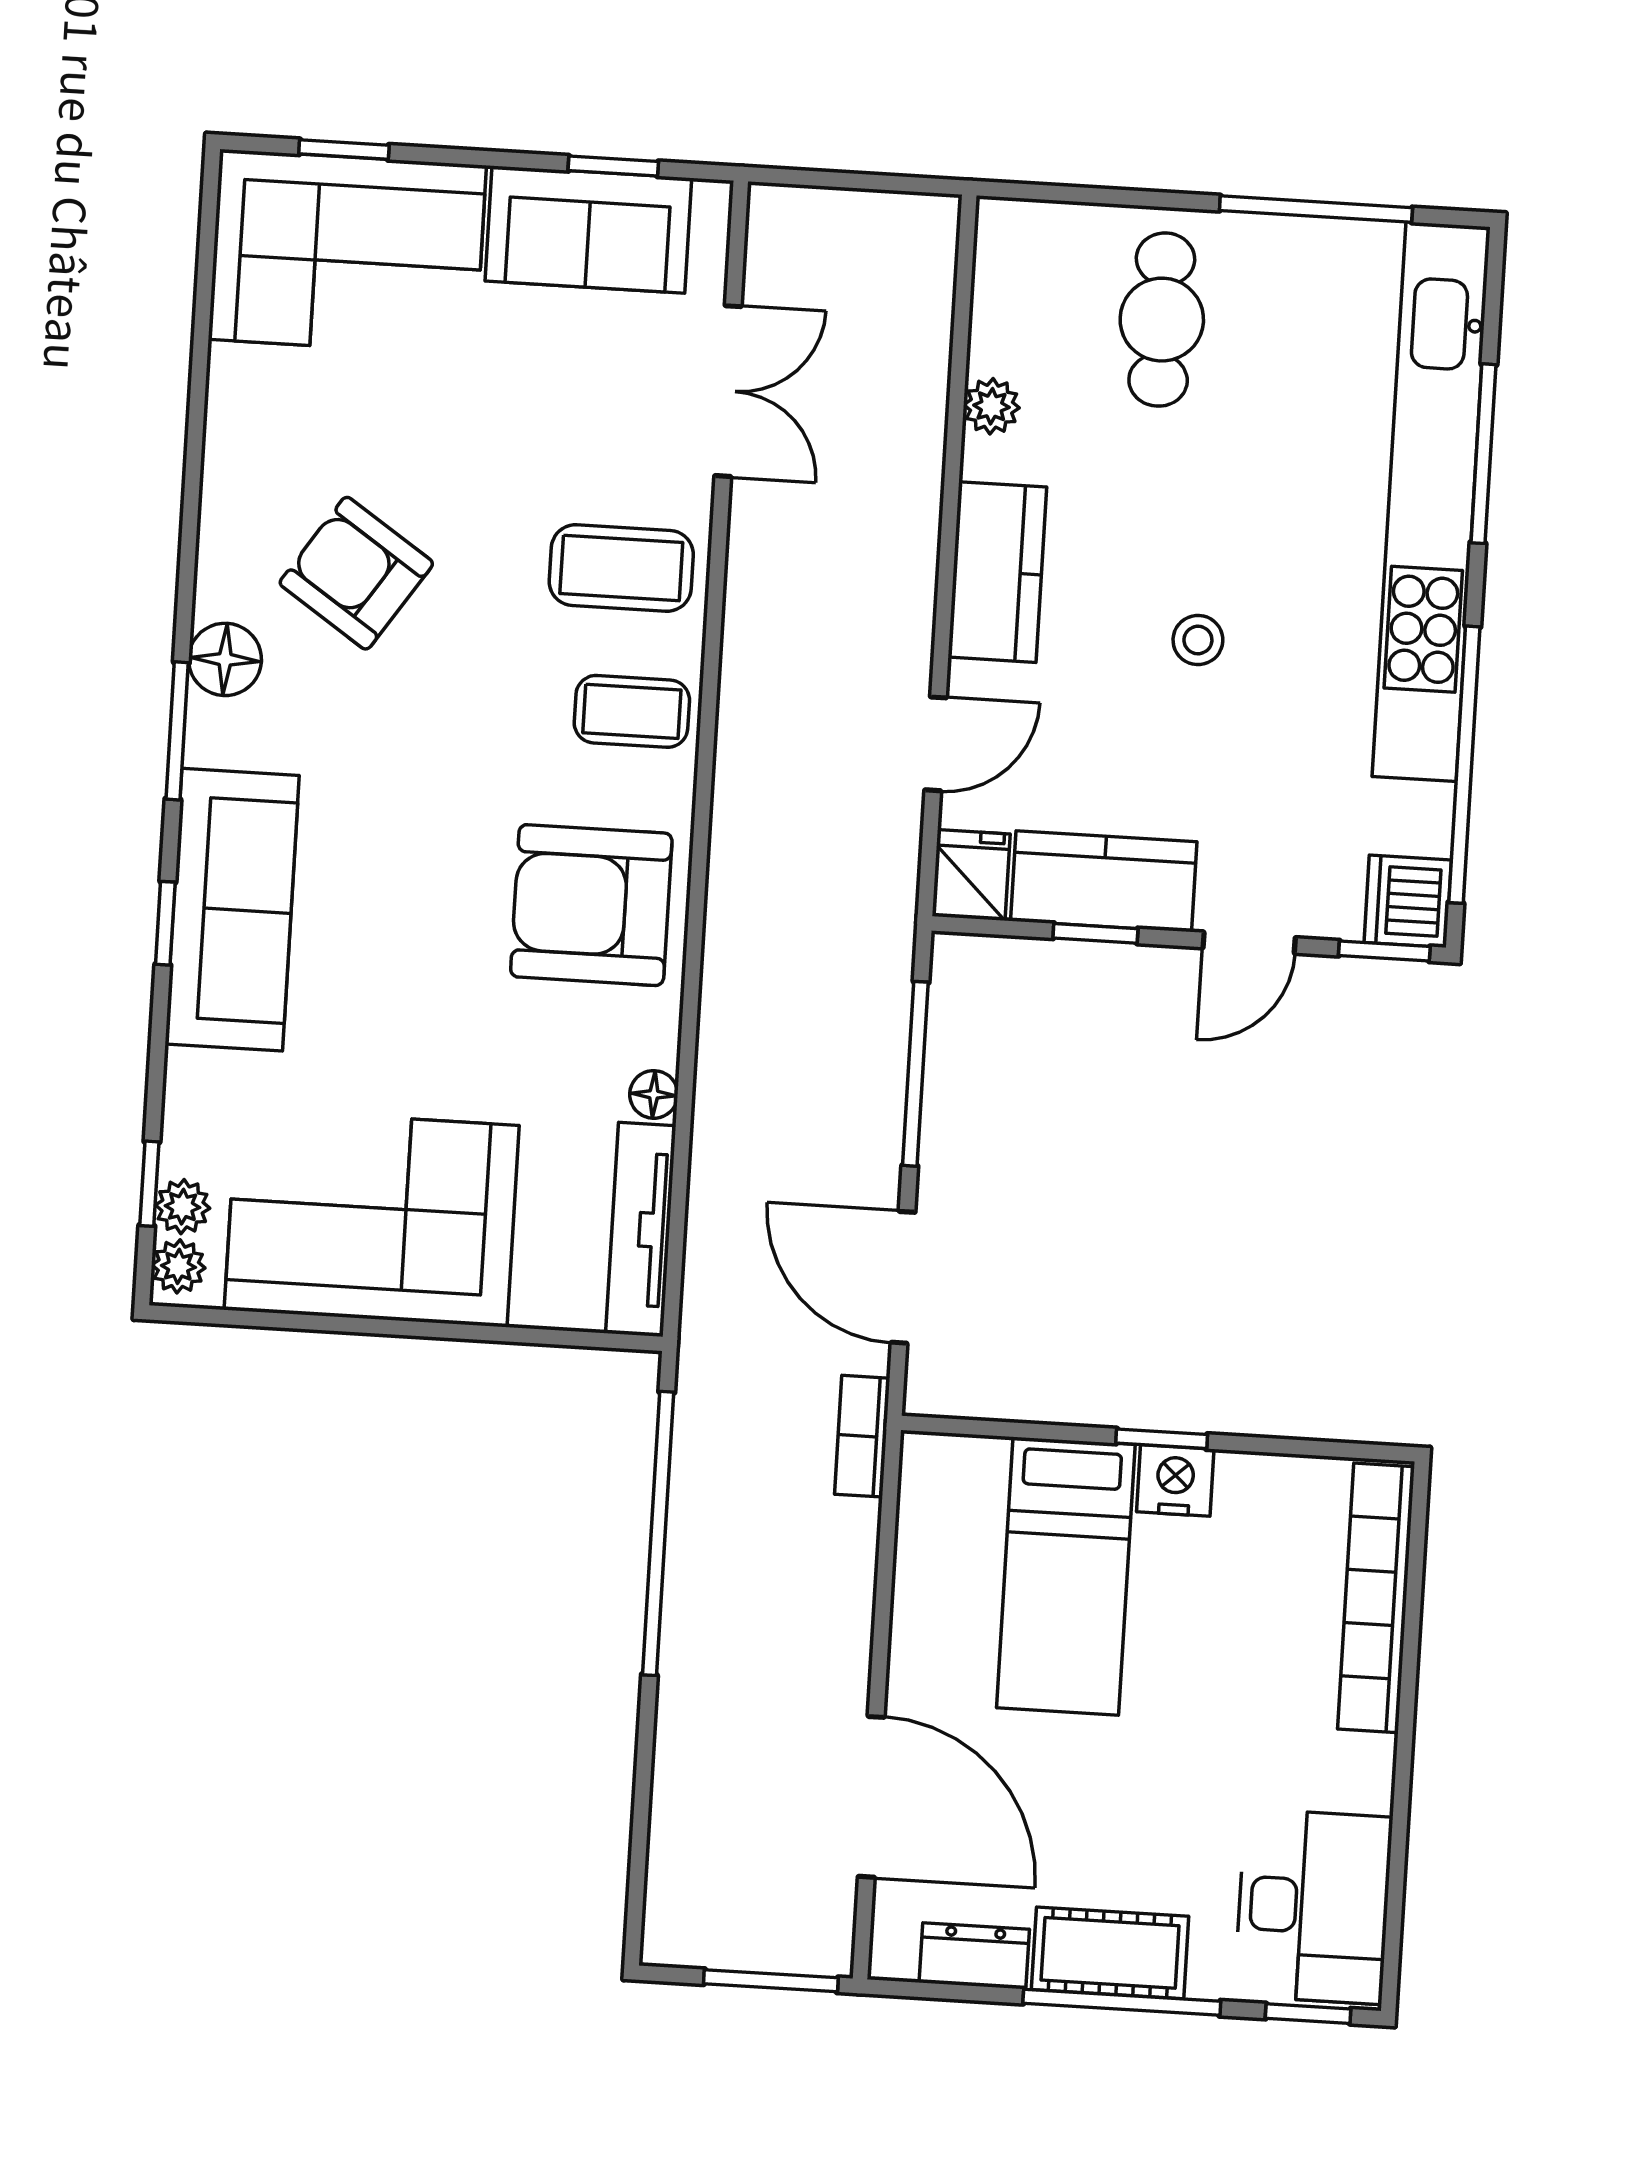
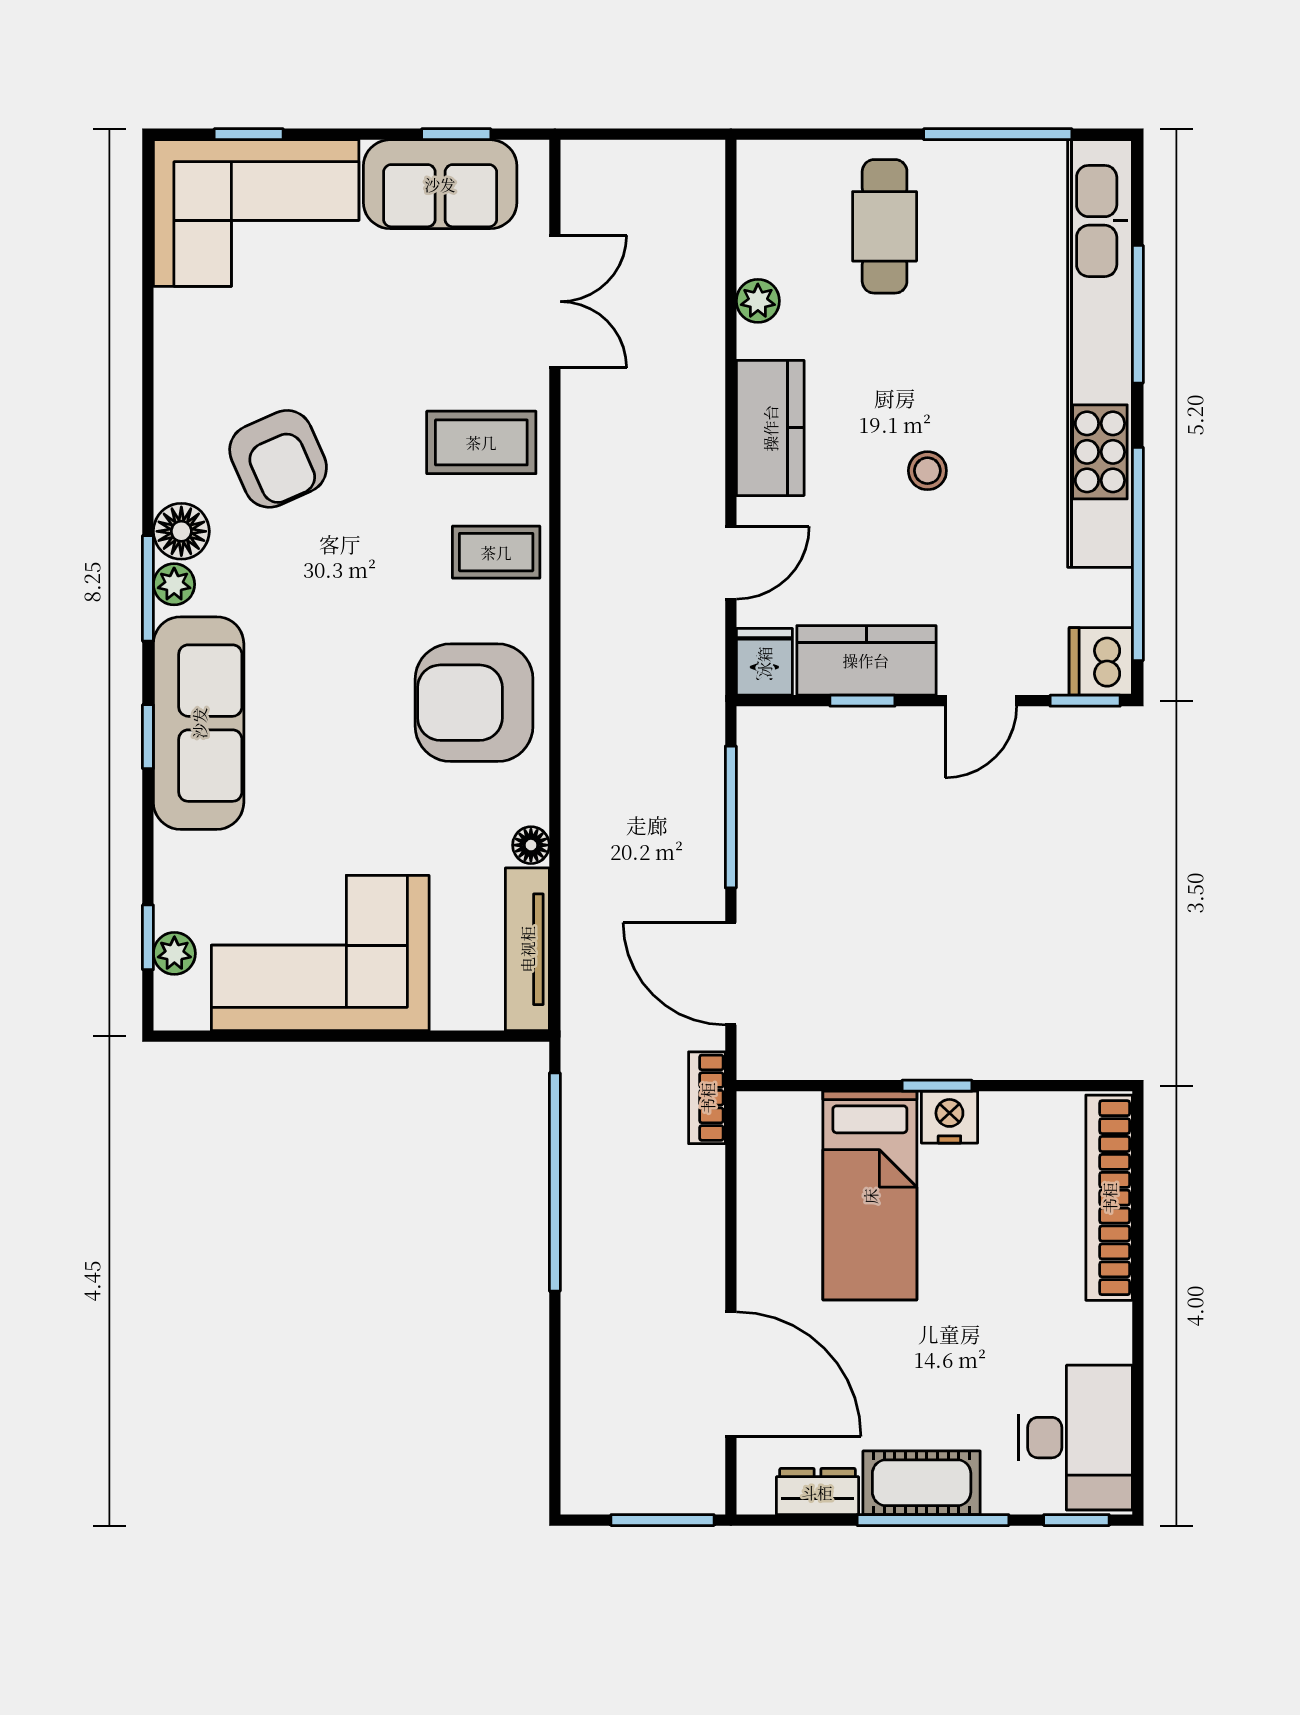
armchair: (356, 573) -> (278, 459), turned -148
plant: (178, 1266) -> (174, 584), moved

